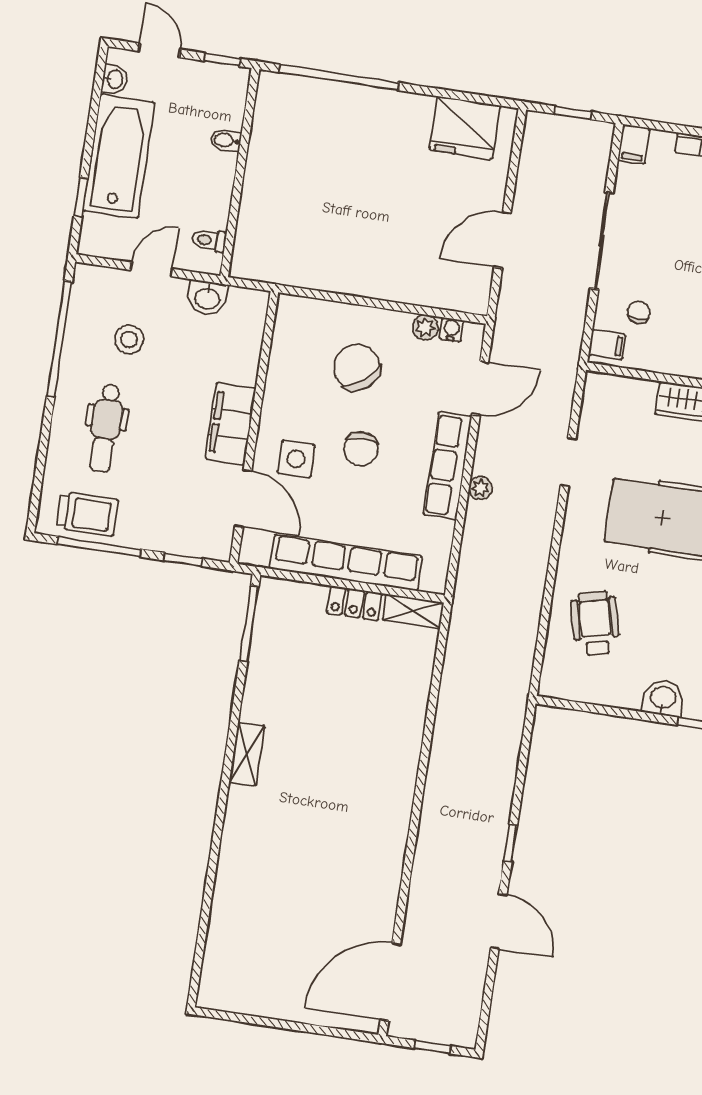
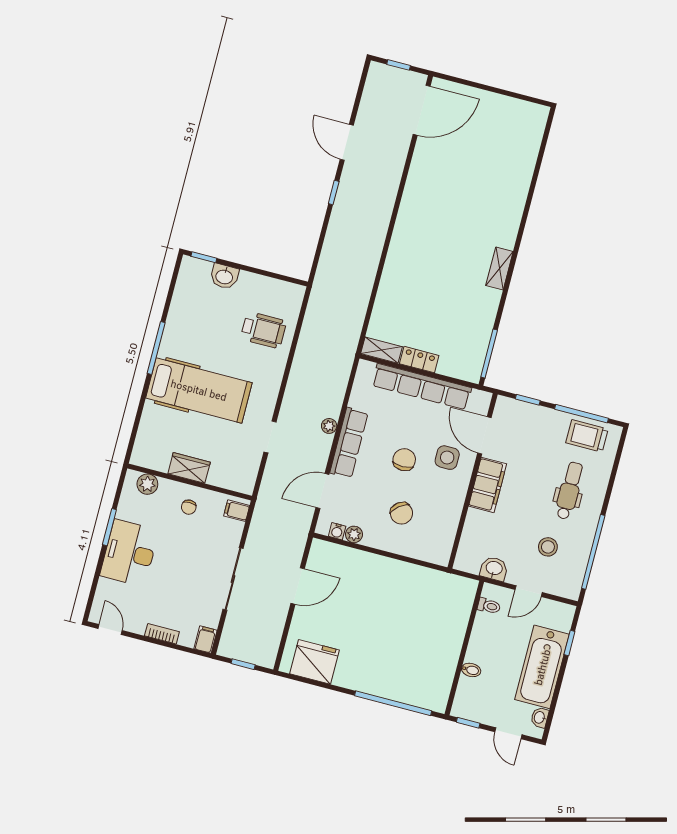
chair: (639, 312) -> (189, 507), moved
chair: (357, 367) -> (401, 513), width x0.73, depth x0.73
wheelchair: (595, 623) -> (263, 330), turned -76

